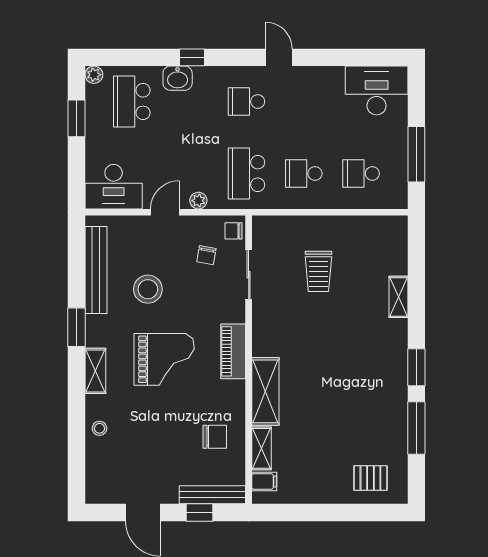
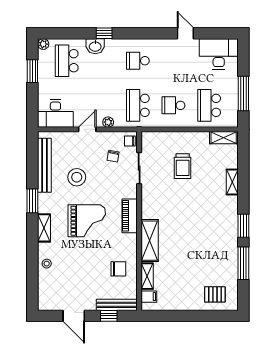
door: (279, 57) -> (185, 33), moved
school desk: (361, 173) -> (209, 105), width x1.85
shelving: (384, 226) -> (224, 138), added

